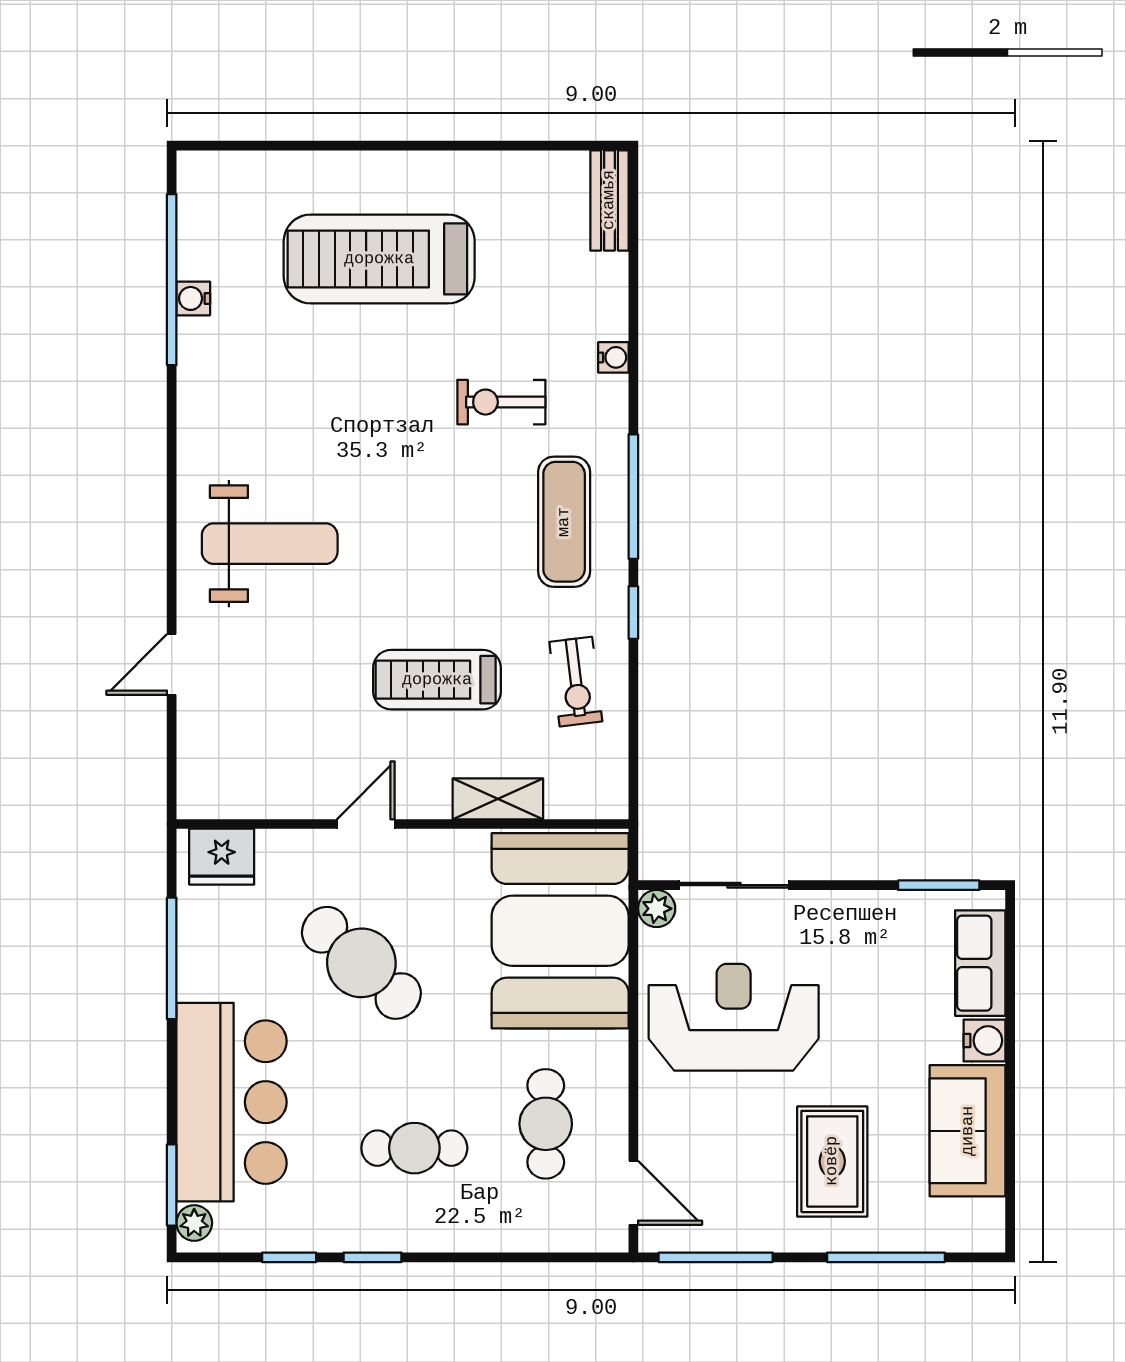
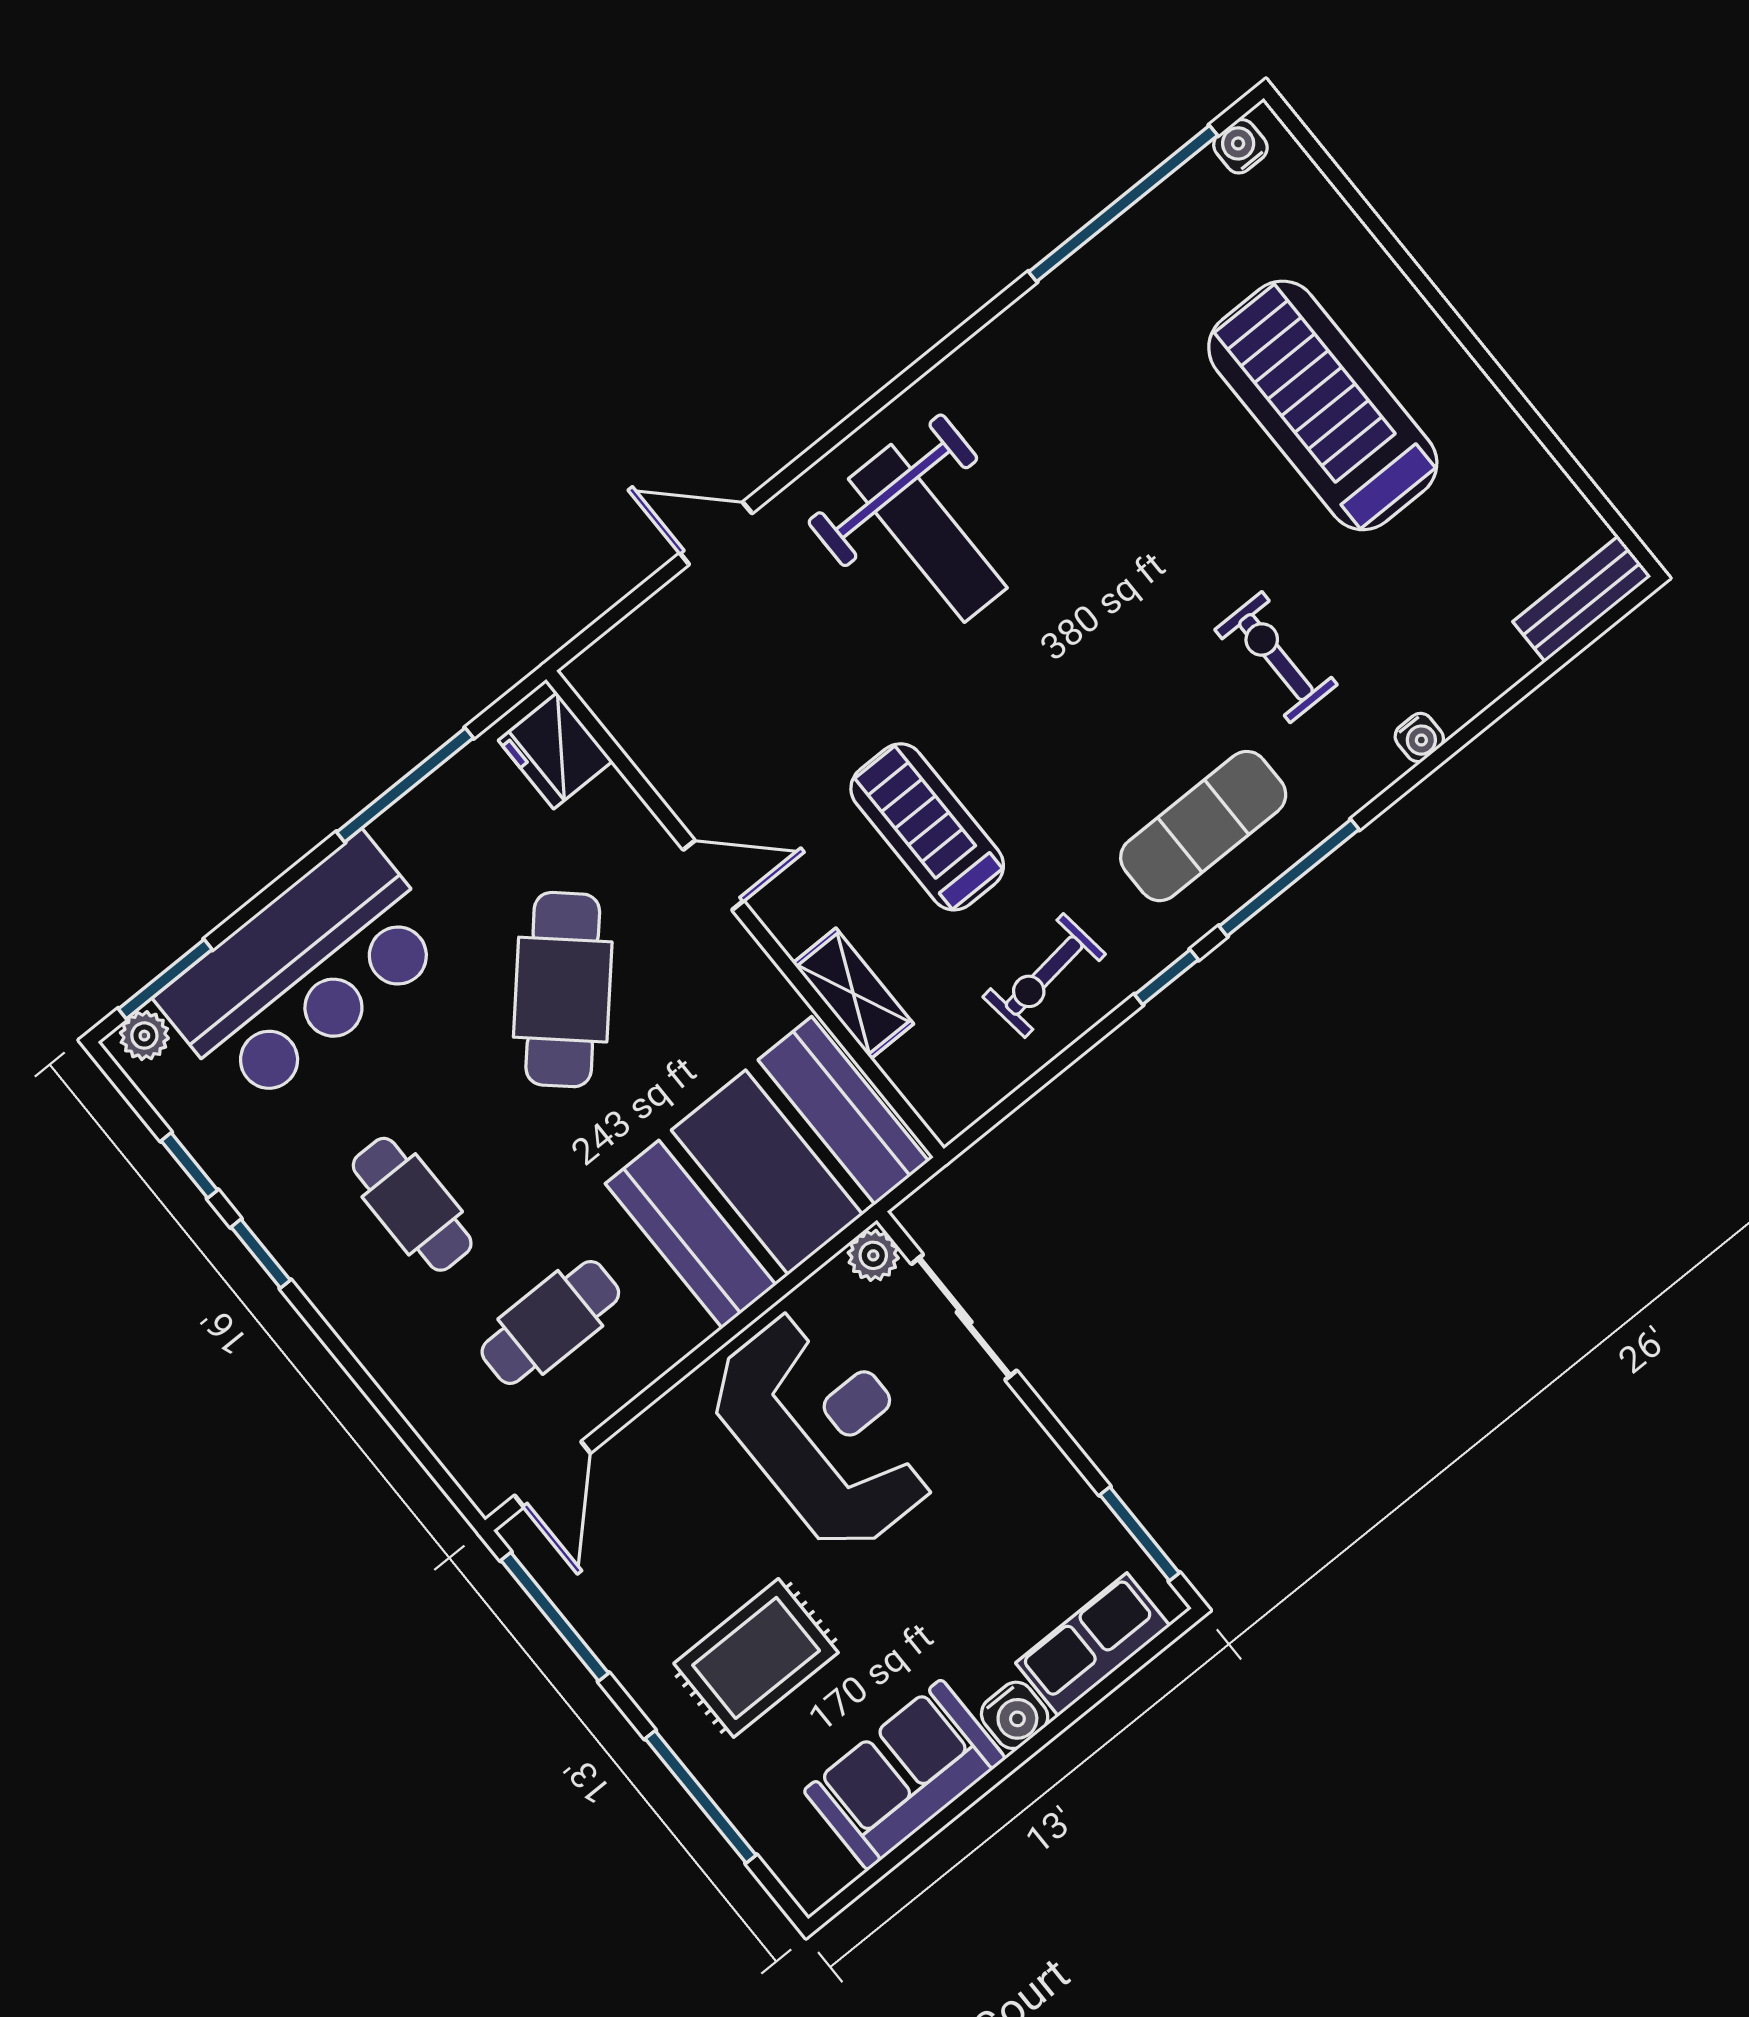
water cooler: (193, 298) -> (1240, 146), moved

